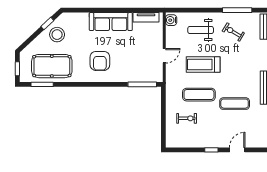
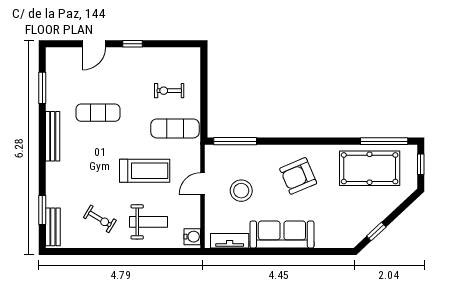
window: (237, 10) -> (94, 251), removed
stool: (57, 35) -> (241, 191), moved
armchair: (100, 61) -> (298, 176), turned -113
window: (42, 84) -> (384, 141), width x1.44
exercise mat: (199, 95) -> (175, 128), moved

